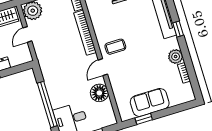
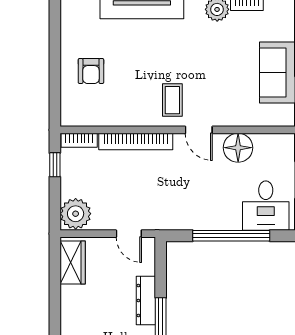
door: (27, 34) -> (129, 234), moved

